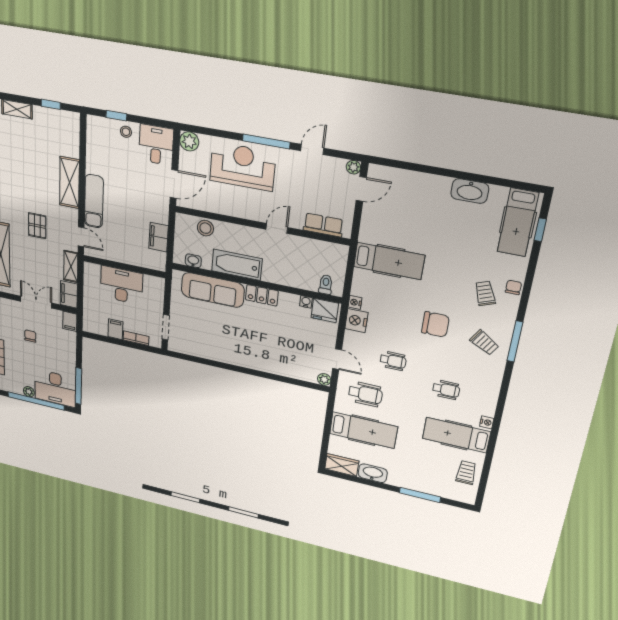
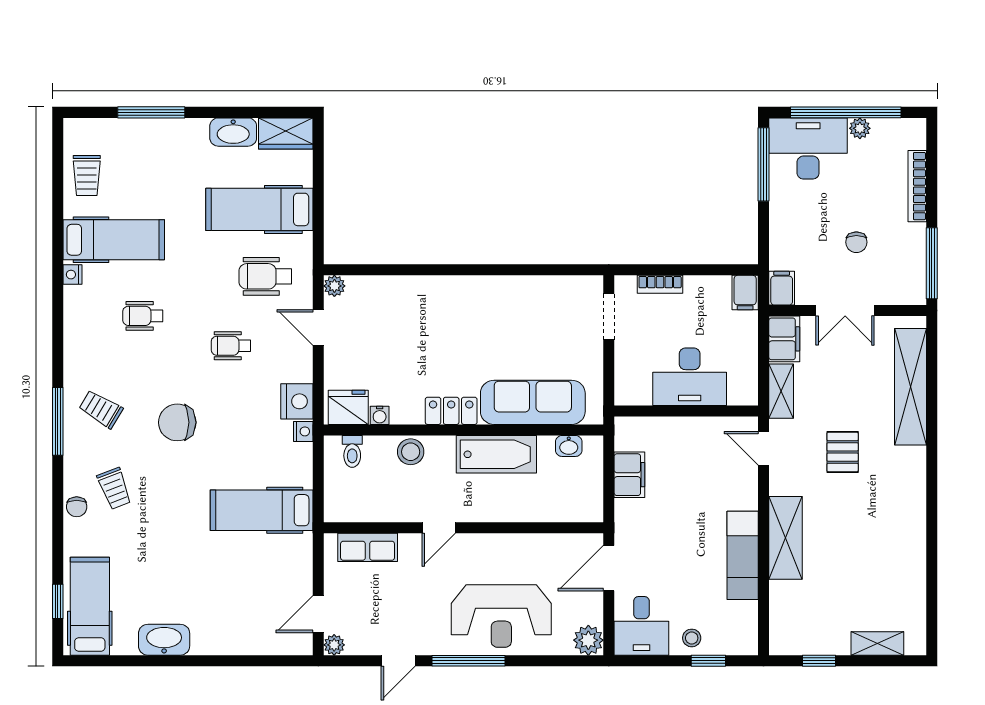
exam couch: (94, 201) -> (743, 555), moved
stool: (205, 228) -> (411, 452), moved
filing cabinet: (115, 329) -> (745, 293), moved

